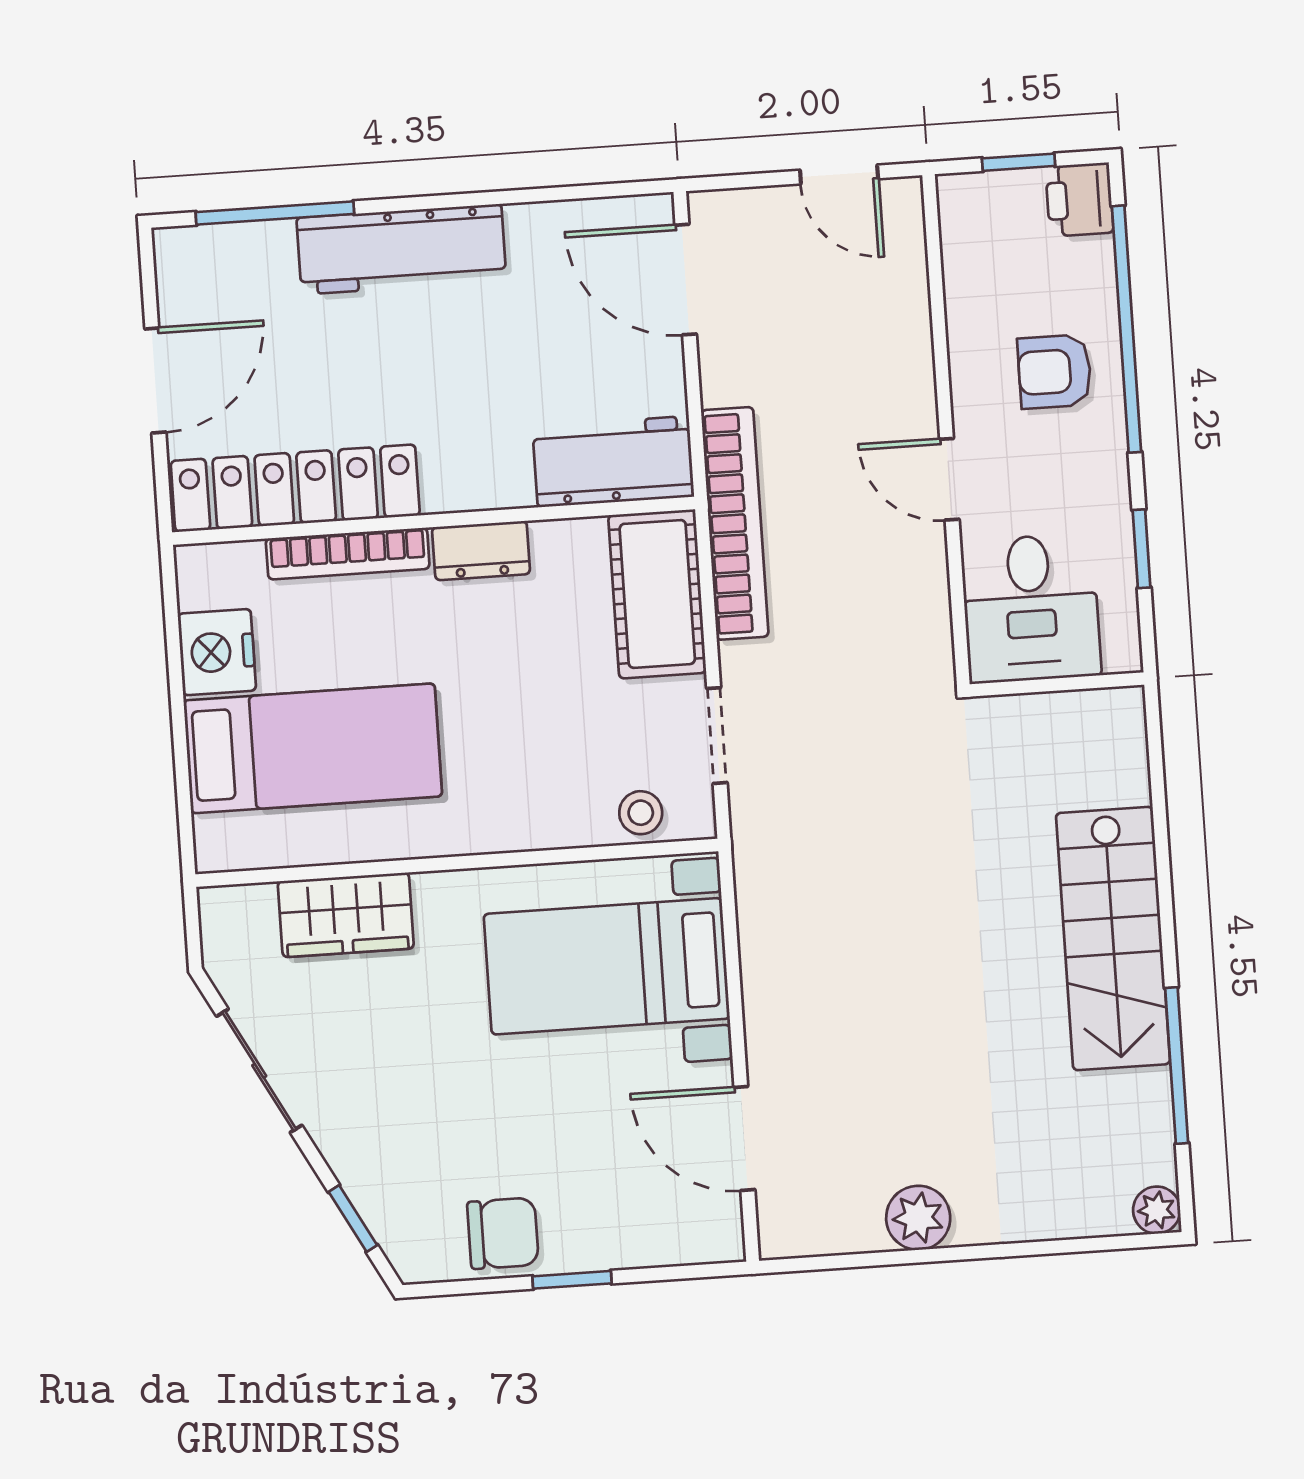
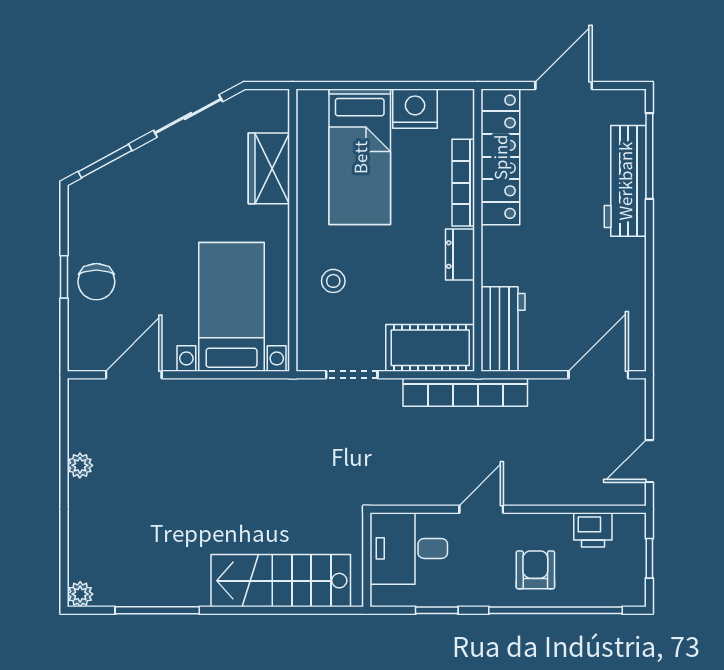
printer: (1079, 200) -> (593, 530), moved, turned 180
workbench: (401, 249) -> (625, 181), moved
door: (155, 380) -> (564, 85), swing flipped
stool: (641, 813) -> (333, 281), moved
stairs: (1113, 939) -> (281, 581), moved
plant: (918, 1218) -> (80, 465), width x0.73, depth x0.73
window: (353, 1219) -> (105, 161), width x1.50
chair: (503, 1233) -> (96, 282), moved

